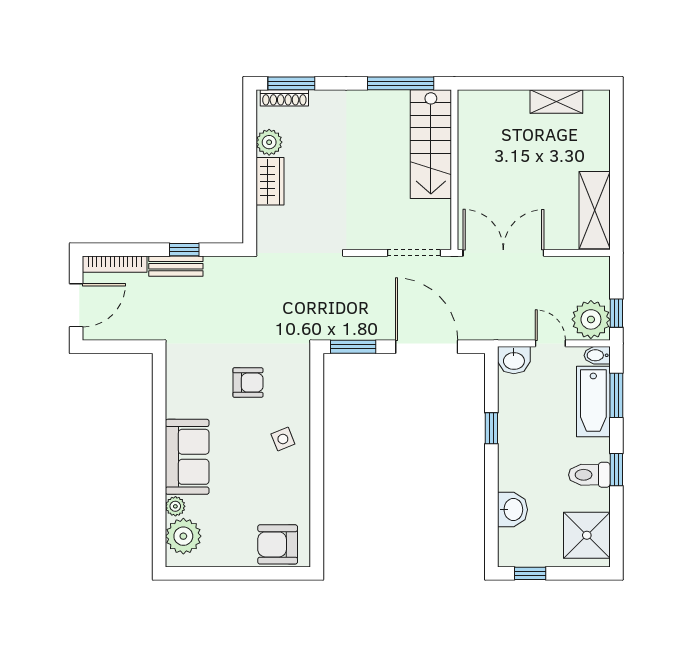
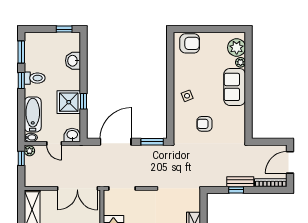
plant: (591, 319) -> (29, 151), width x0.53, depth x0.53
door: (427, 347) -> (116, 142), swing flipped
window: (616, 395) -> (21, 52), moved
shower: (587, 535) -> (69, 102), moved

